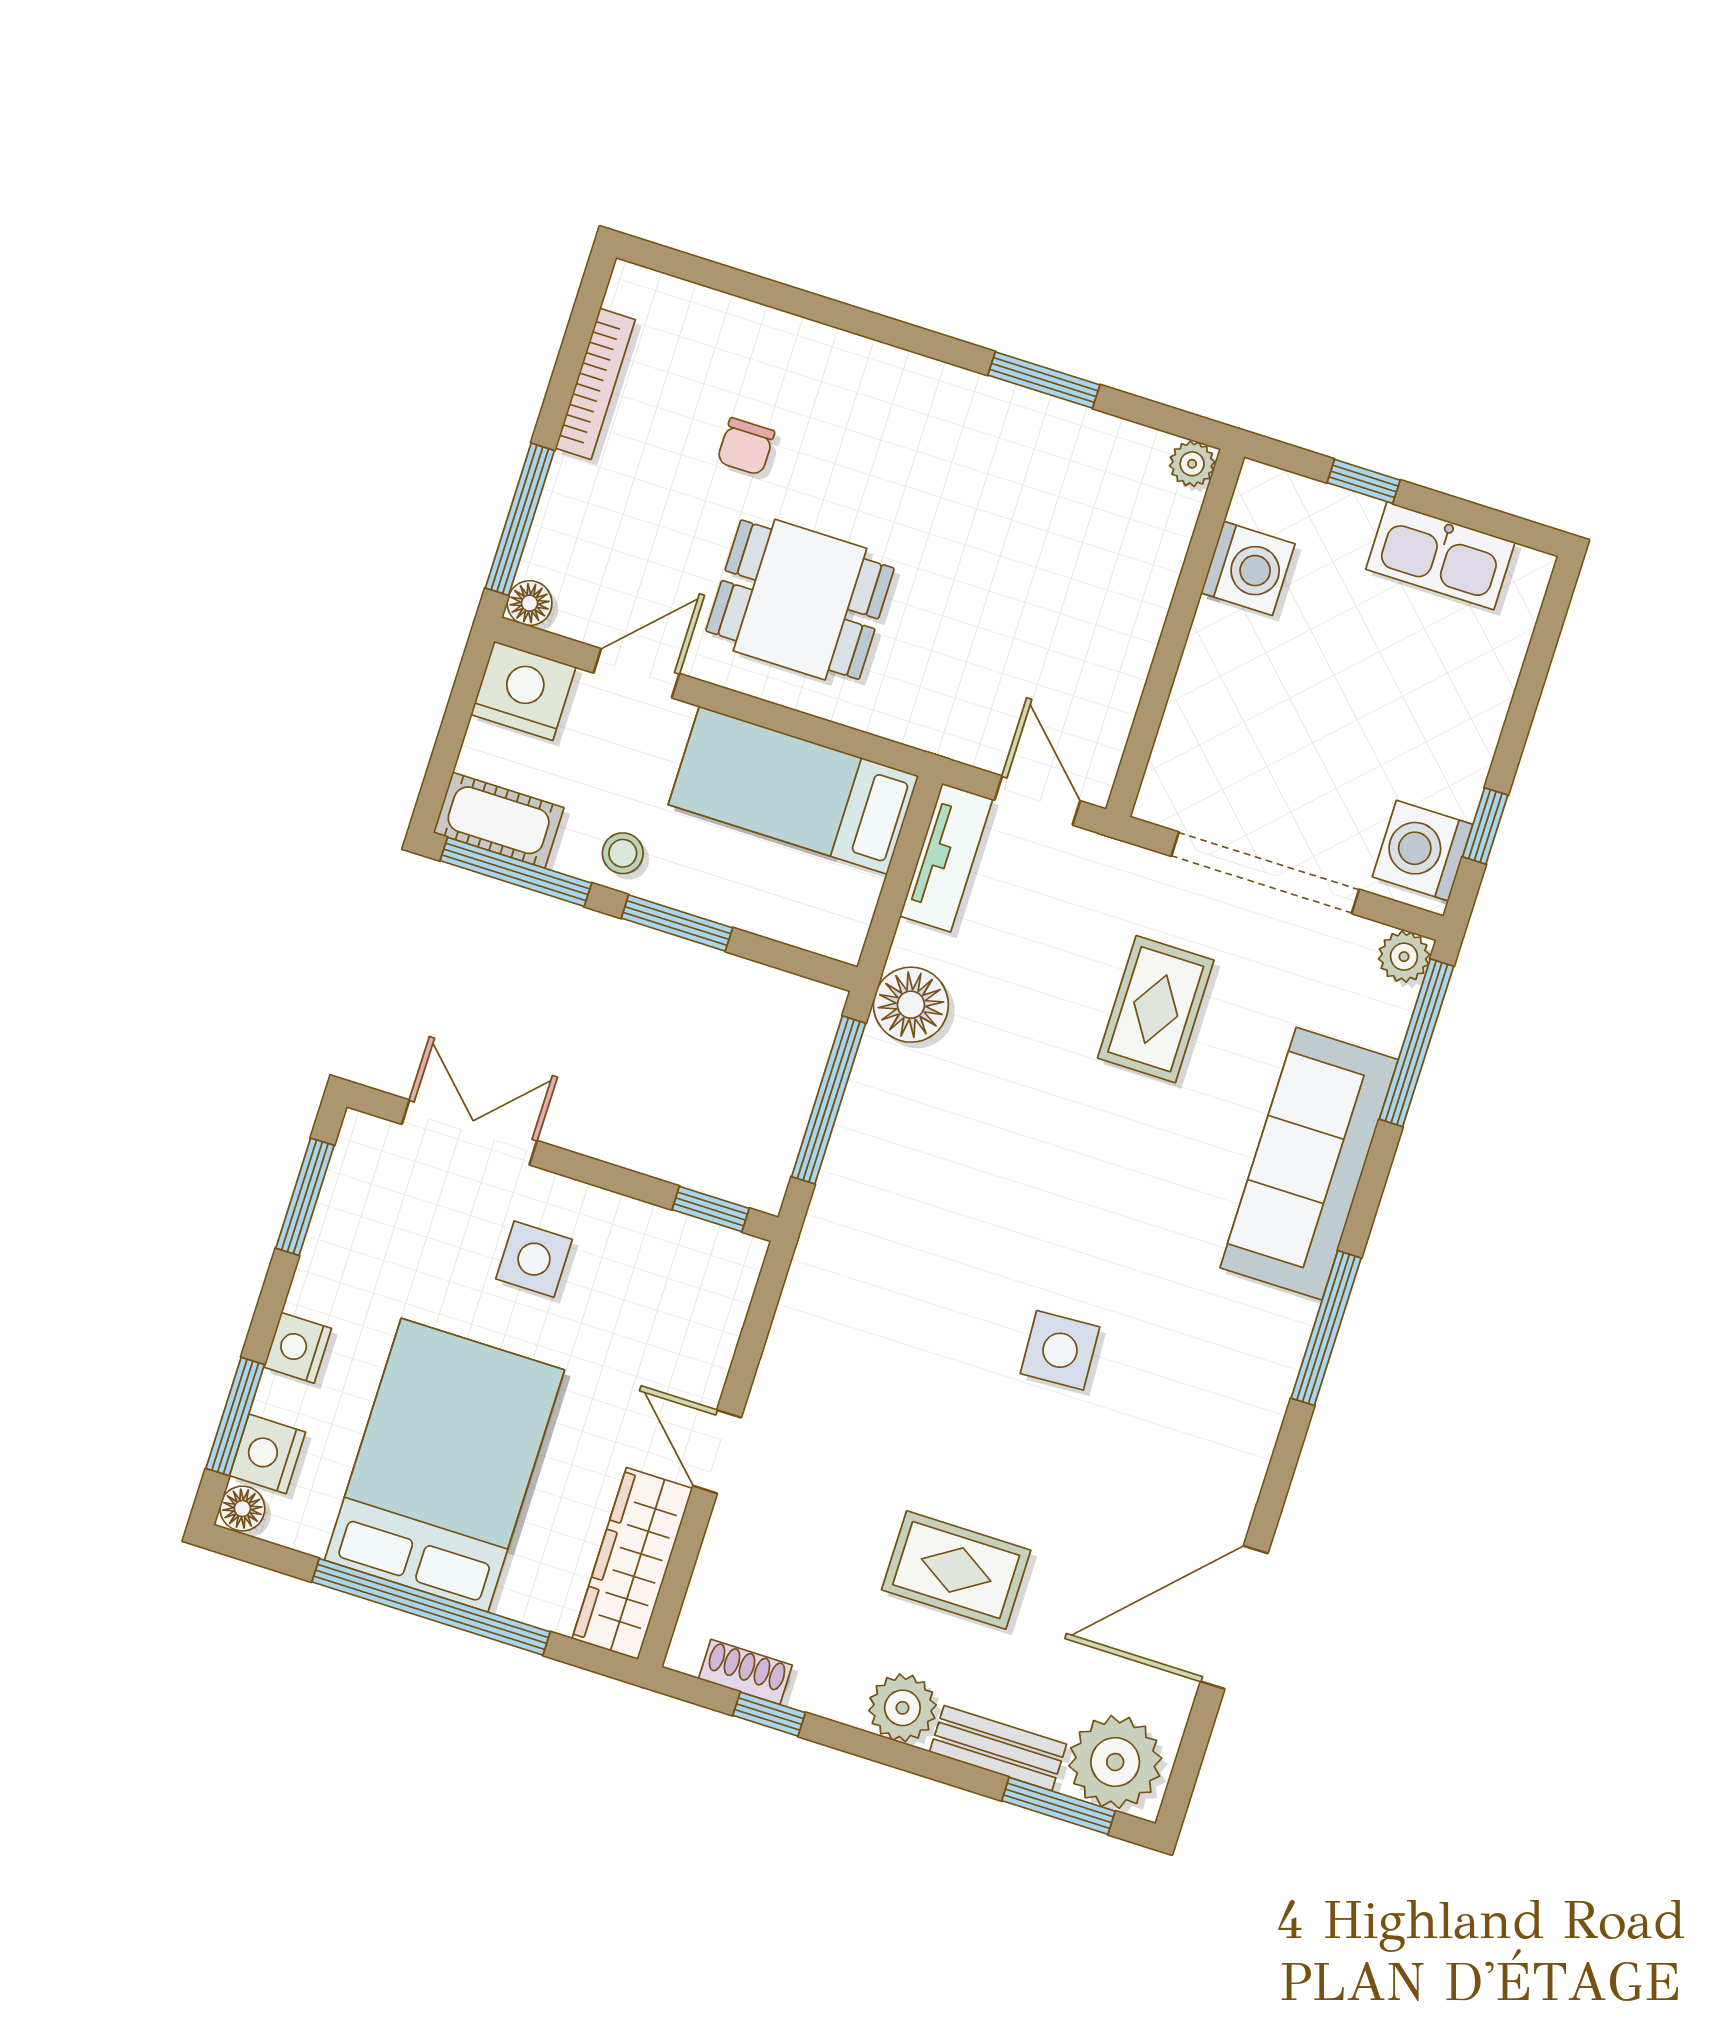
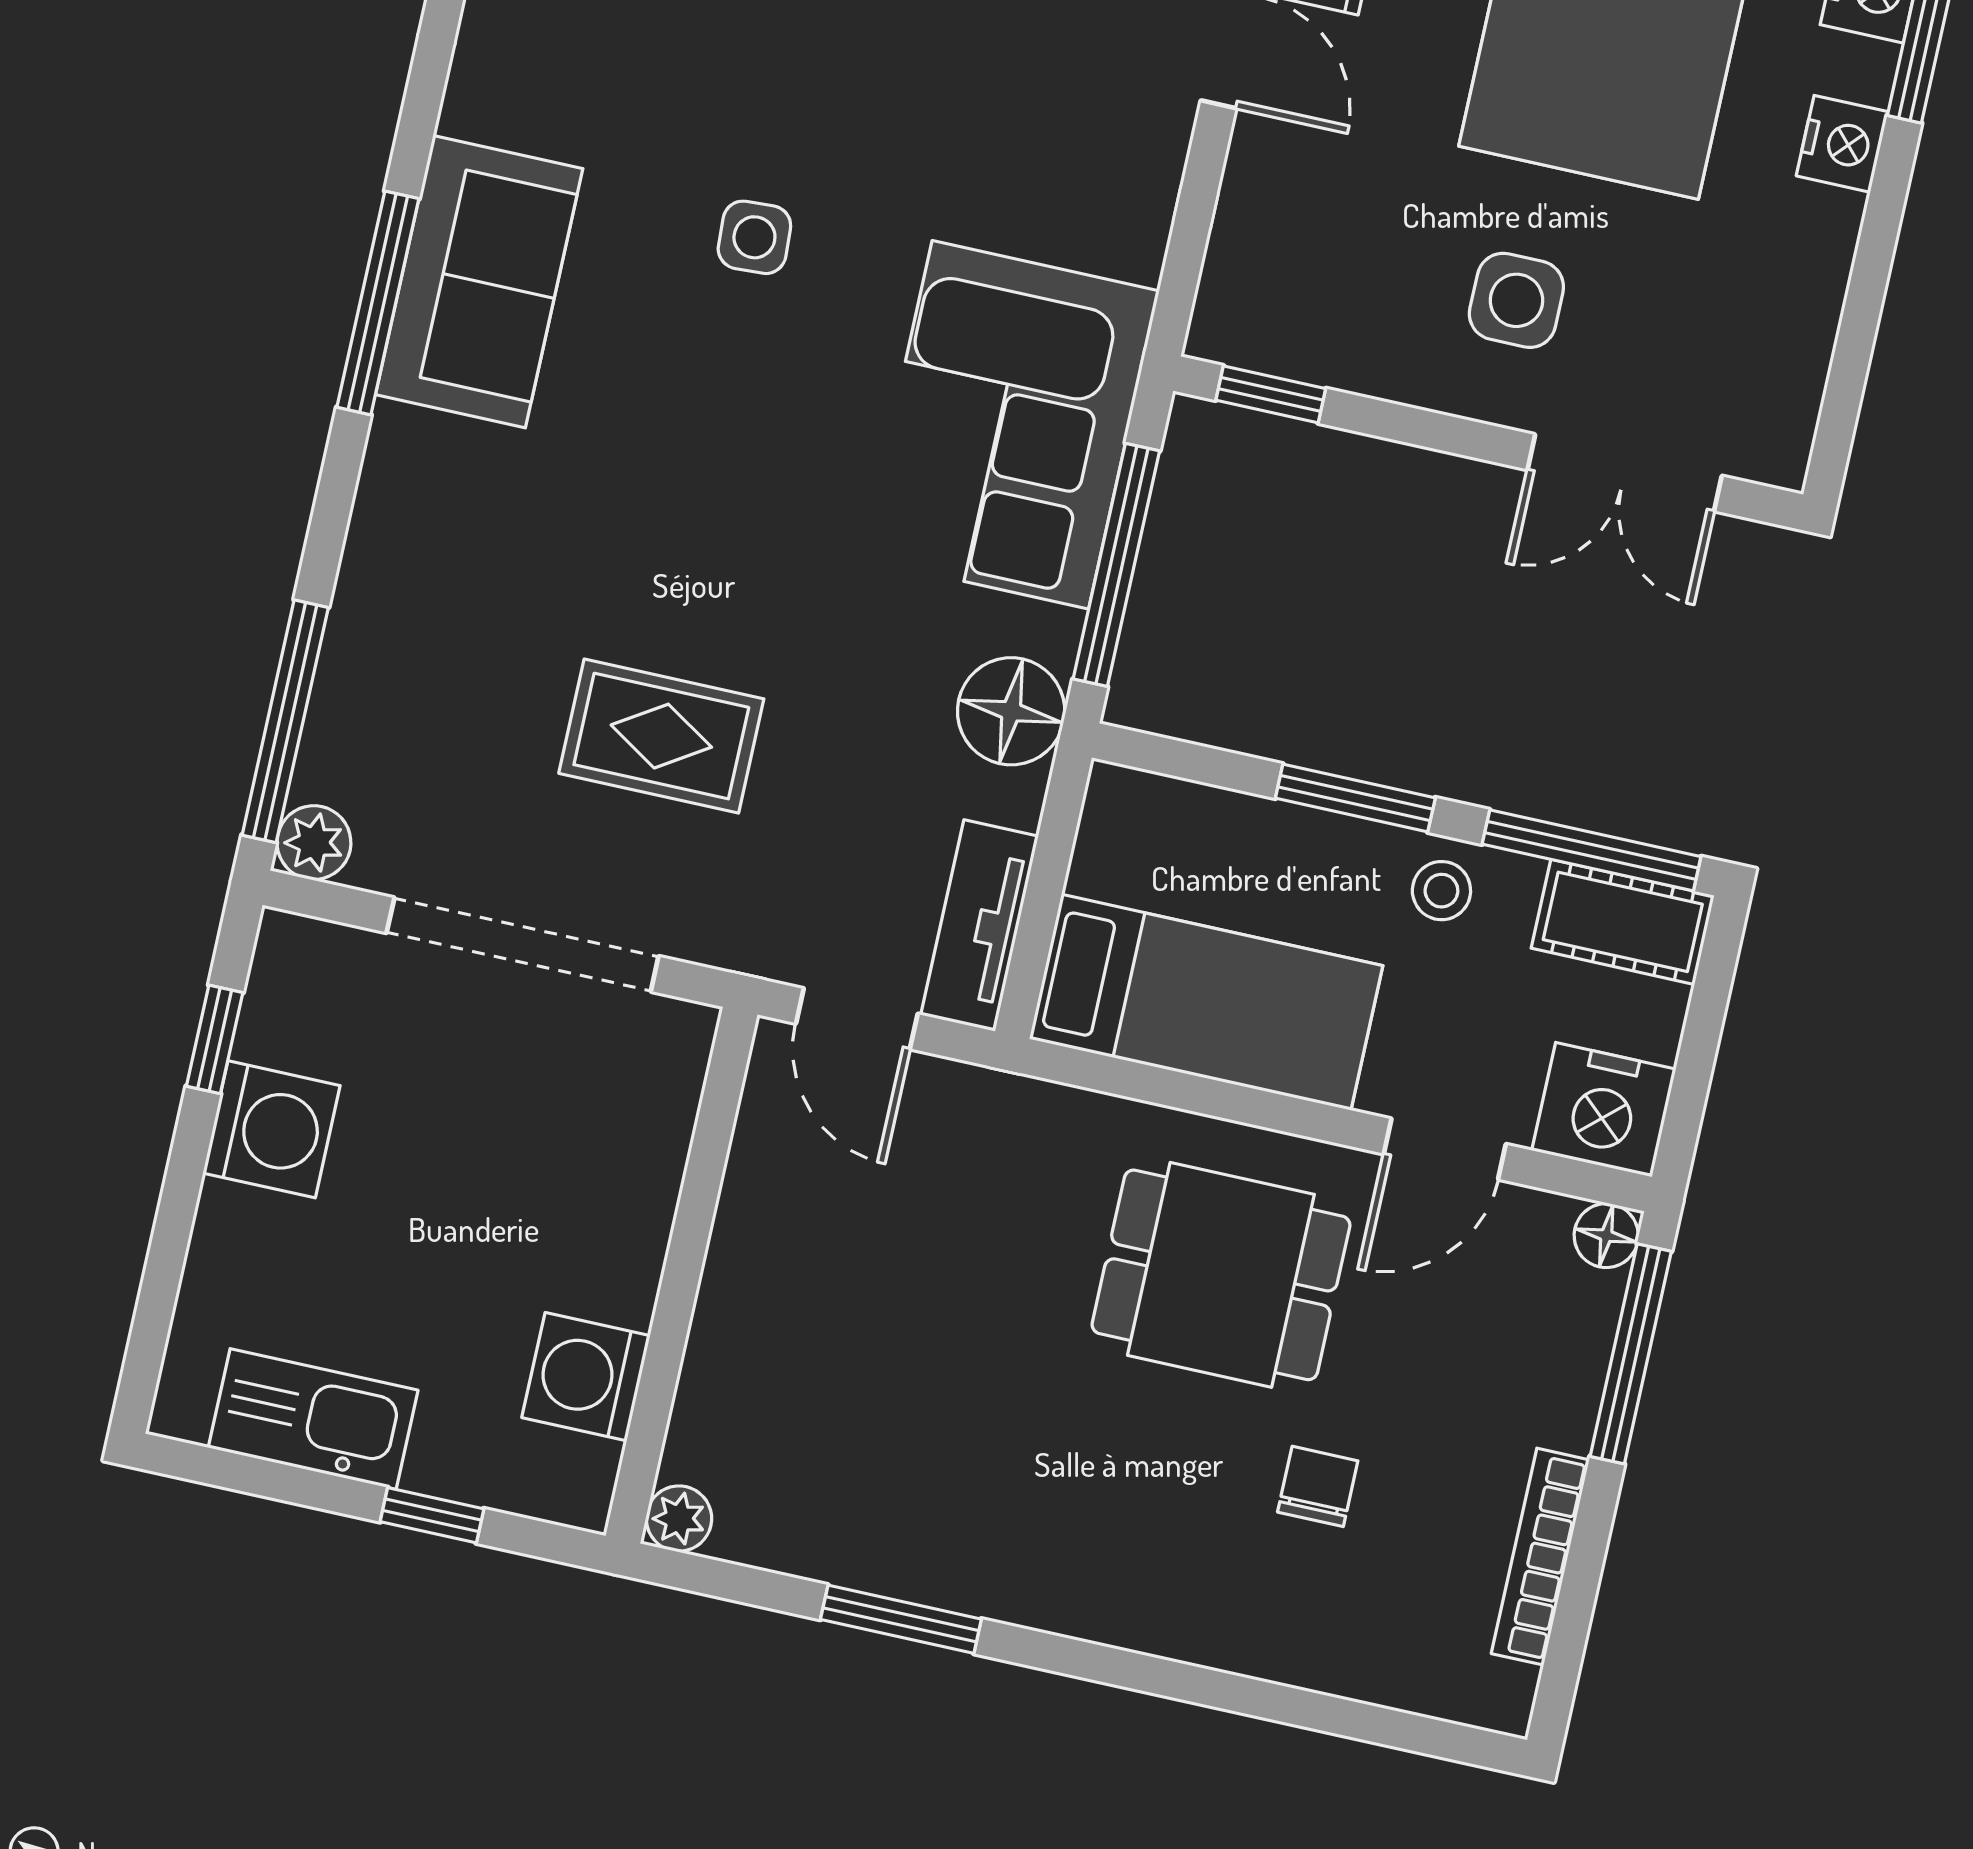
washing machine: (1422, 851) -> (272, 1129), moved
rug: (1156, 1009) -> (661, 736), turned 90
sofa: (1309, 1164) -> (479, 282), moved, width x0.73
window: (305, 1197) -> (1851, 360), removed
corner sofa: (894, 1204) -> (1010, 425), added
side table: (1060, 1350) -> (754, 237), width x0.73, depth x0.73

